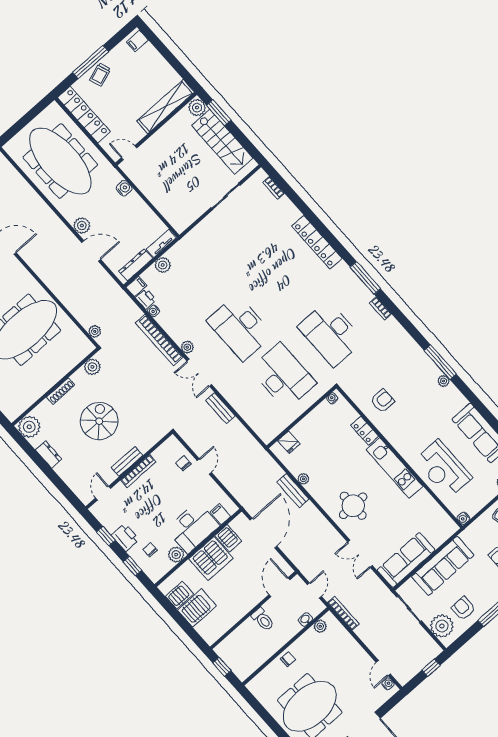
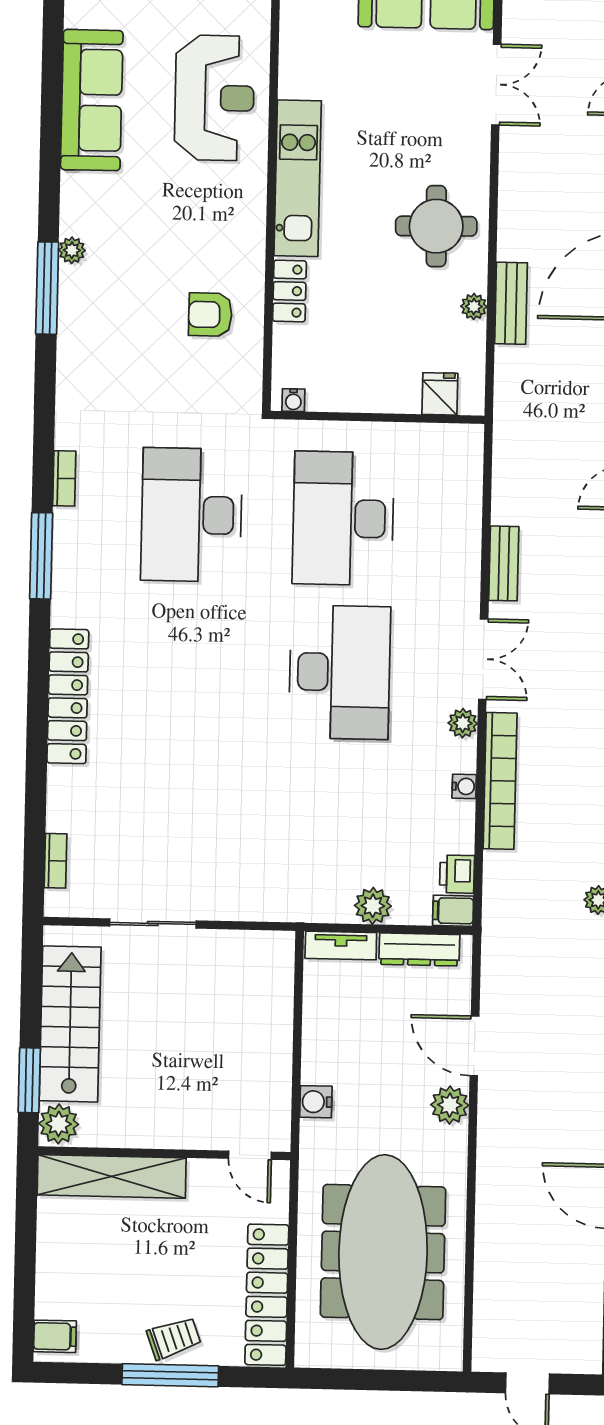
water cooler: (154, 311) -> (464, 786), moved
desk: (331, 334) -> (192, 515), turned 180
round table: (353, 506) -> (436, 226), moved

